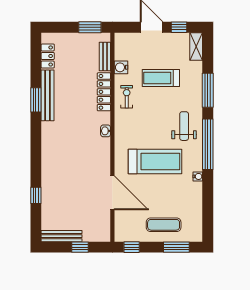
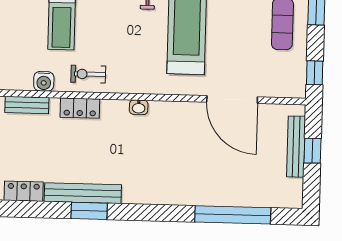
locker: (104, 92) -> (80, 108), width x0.66
door: (112, 193) -> (232, 99), swing flipped
window: (36, 195) -> (233, 215), width x3.17
bench: (61, 236) -> (296, 147), moved

